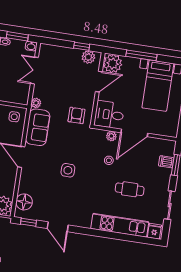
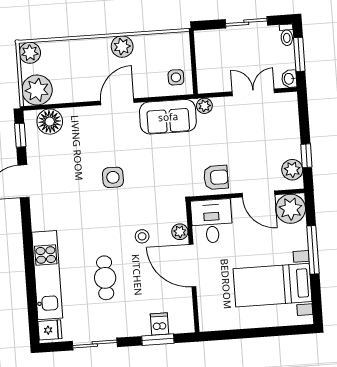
armchair: (77, 115) -> (216, 177), moved

